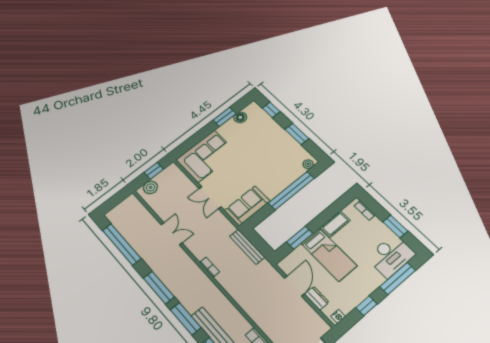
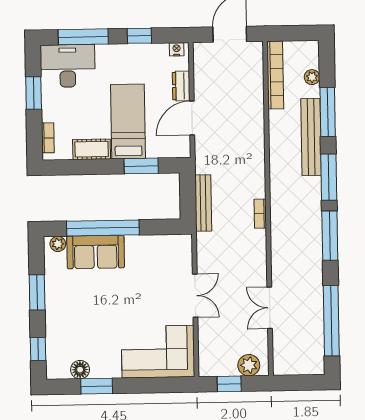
sofa: (247, 206) -> (96, 252), moved
double door: (172, 234) -> (270, 308), moved

